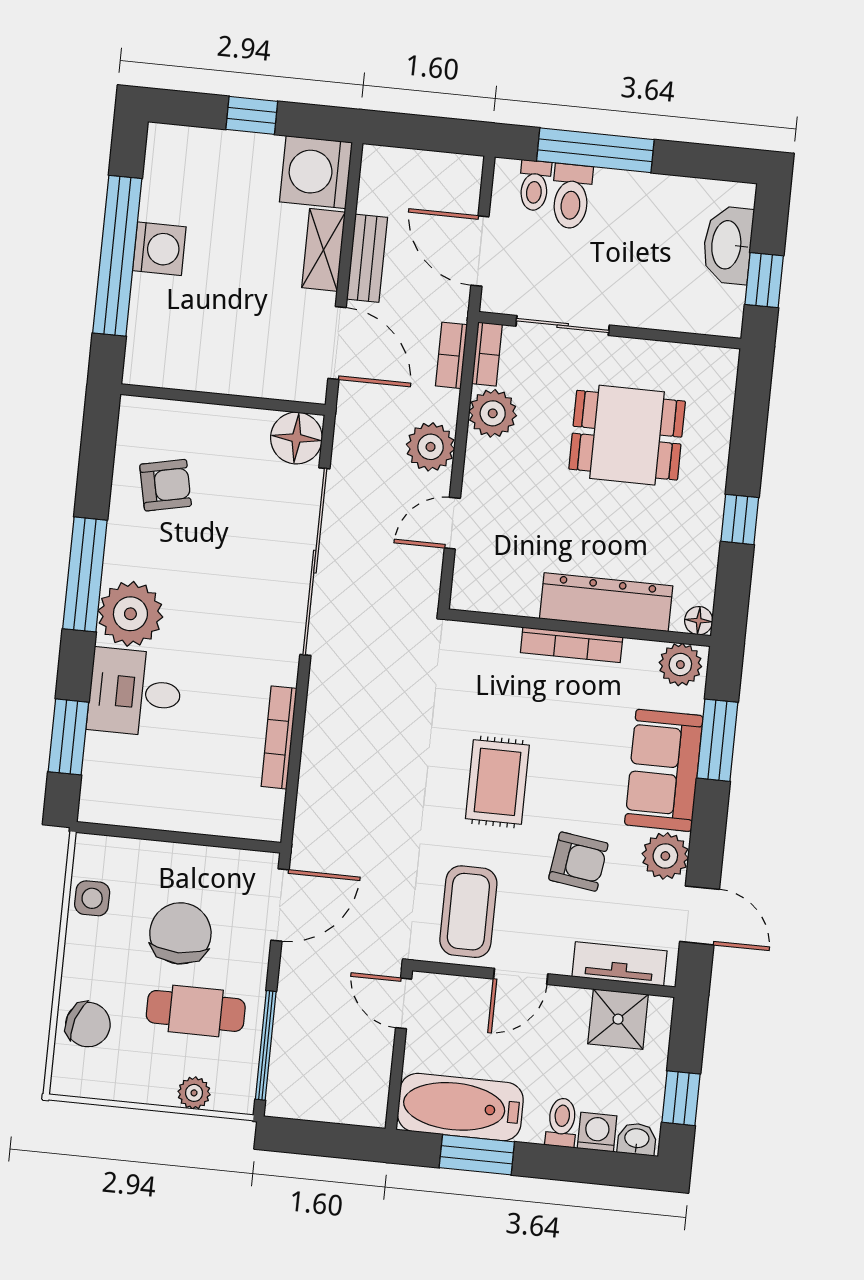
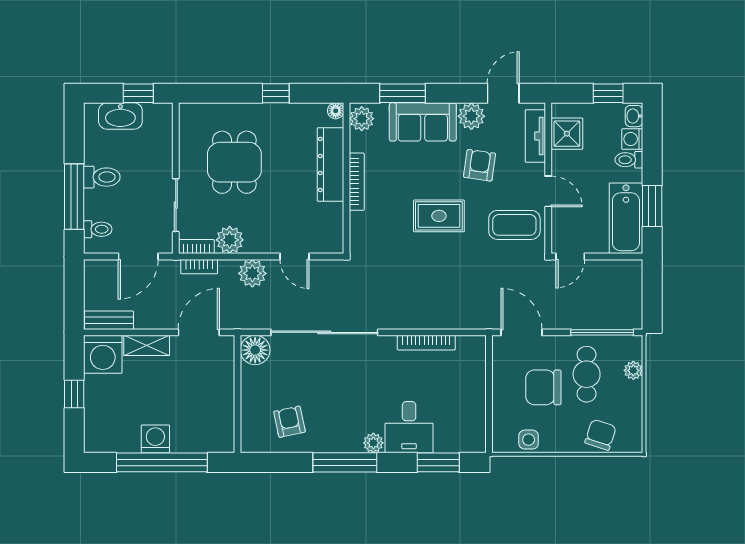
toilet: (571, 196) -> (102, 177), moved
bench: (367, 258) -> (109, 320), moved
plant: (130, 614) -> (373, 443), width x0.53, depth x0.53

